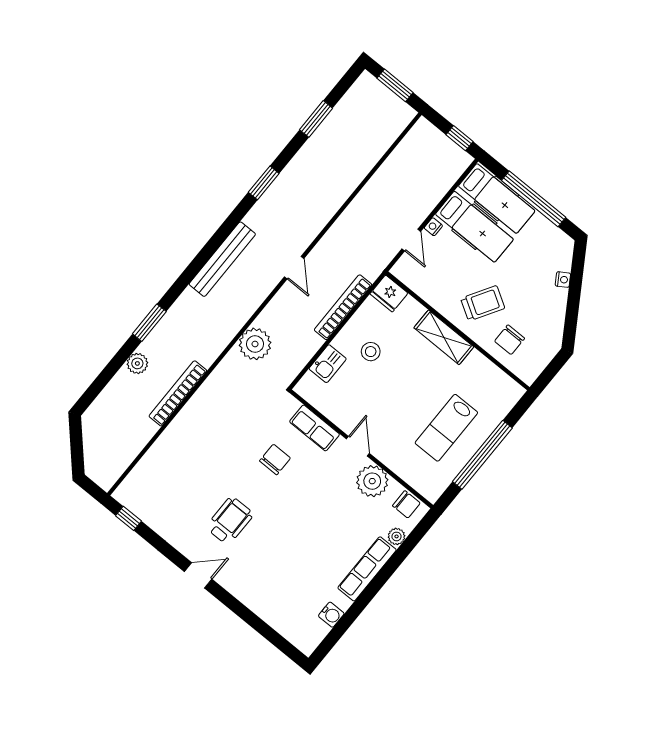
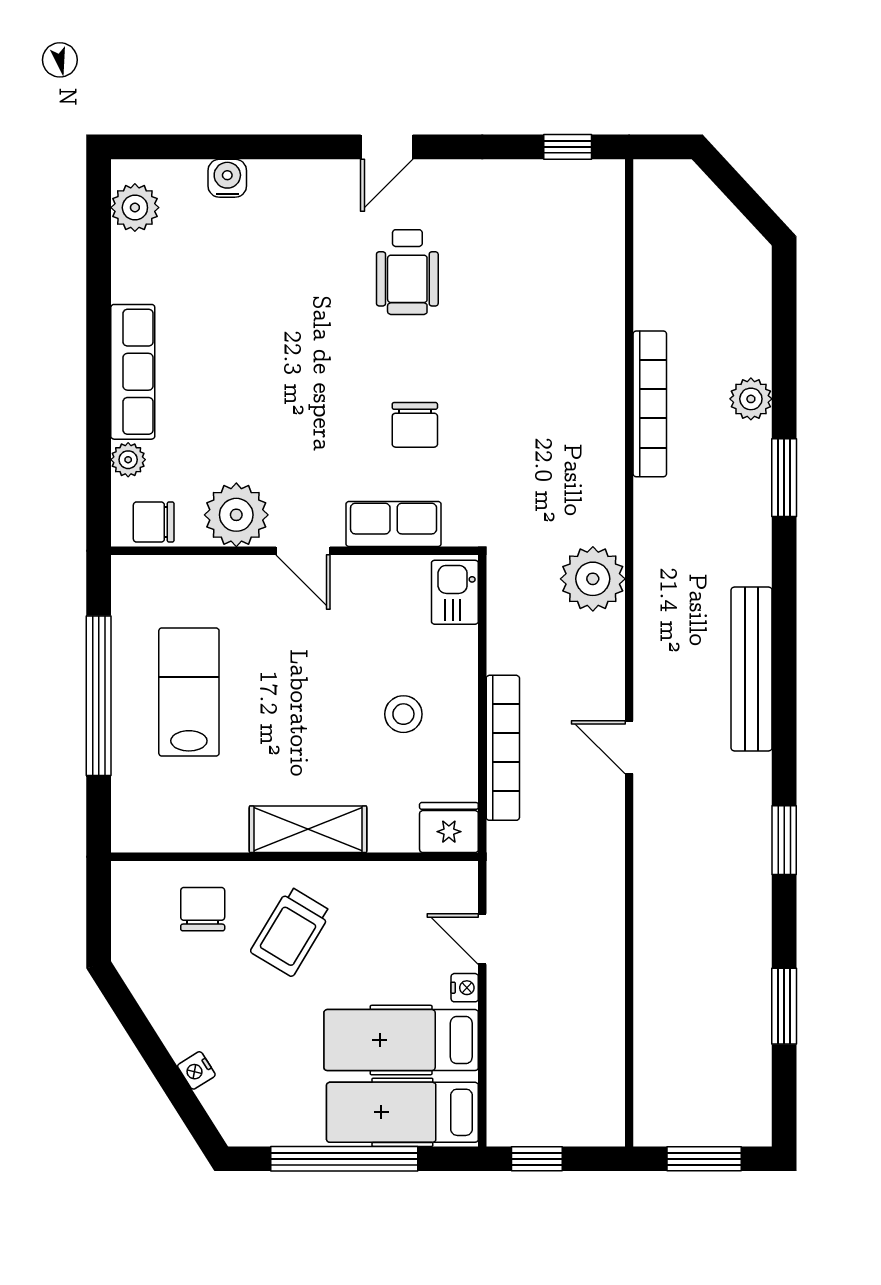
kitchen sink: (328, 364) -> (455, 592), moved
water cooler: (331, 615) -> (227, 178), moved, turned 90
plant: (314, 632) -> (135, 208), added

